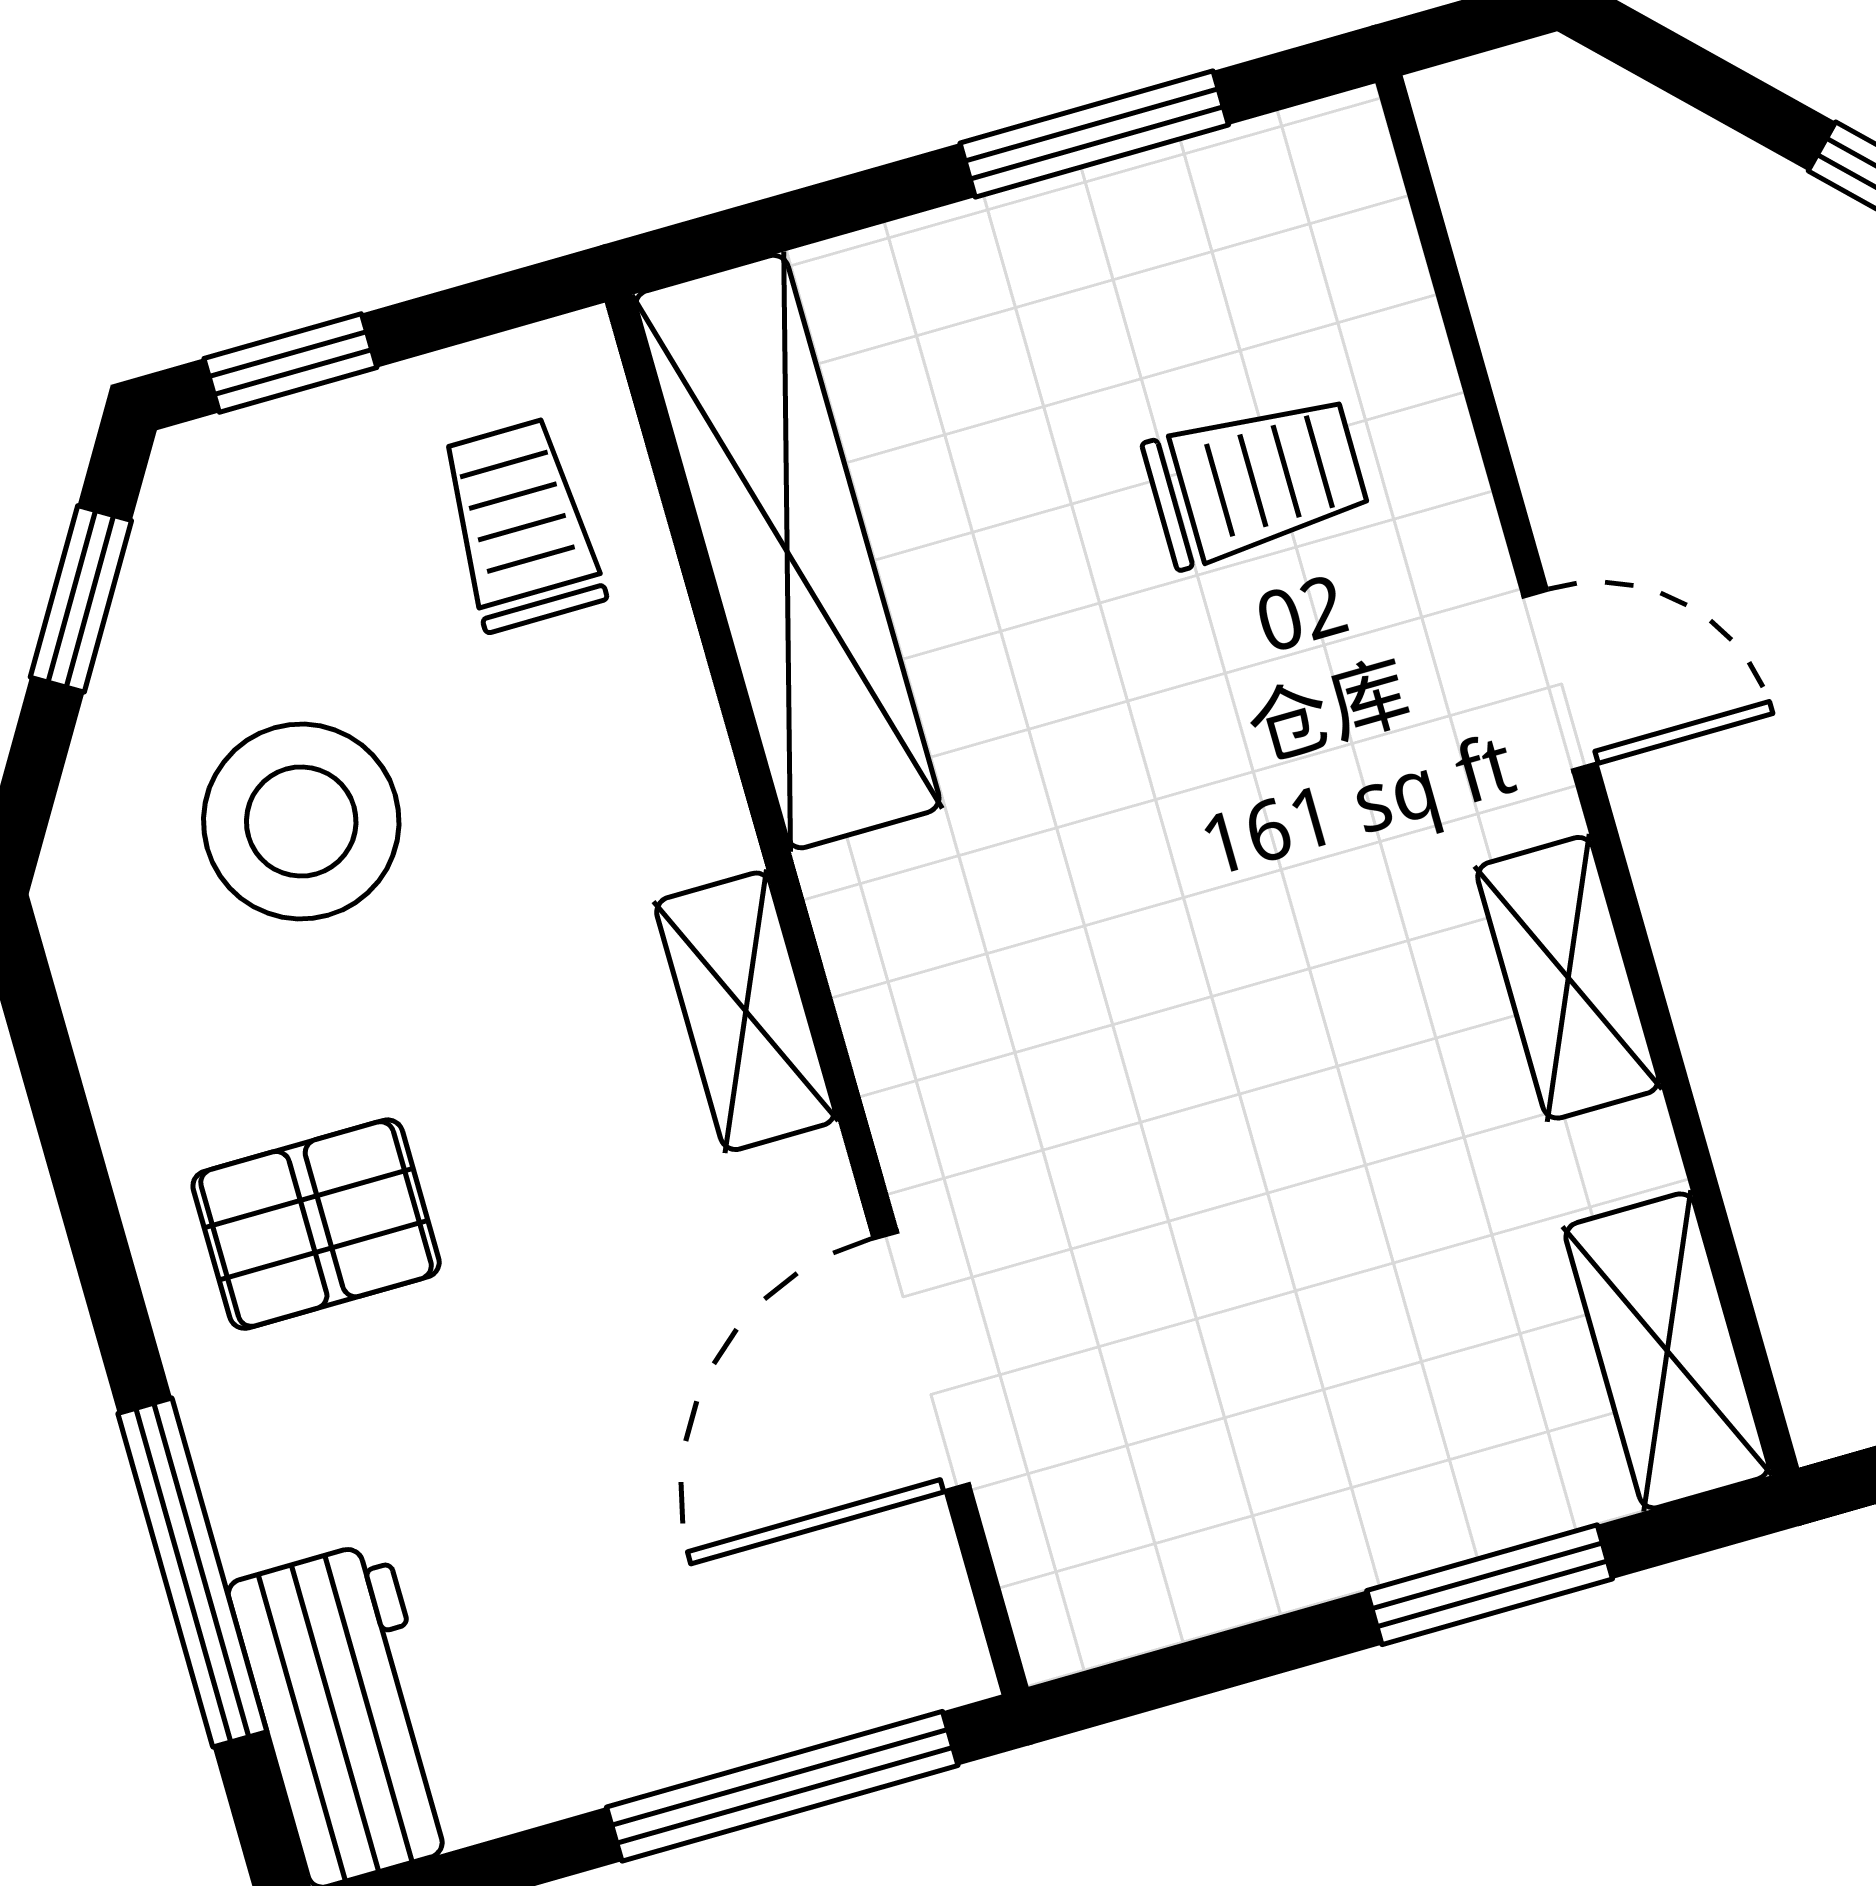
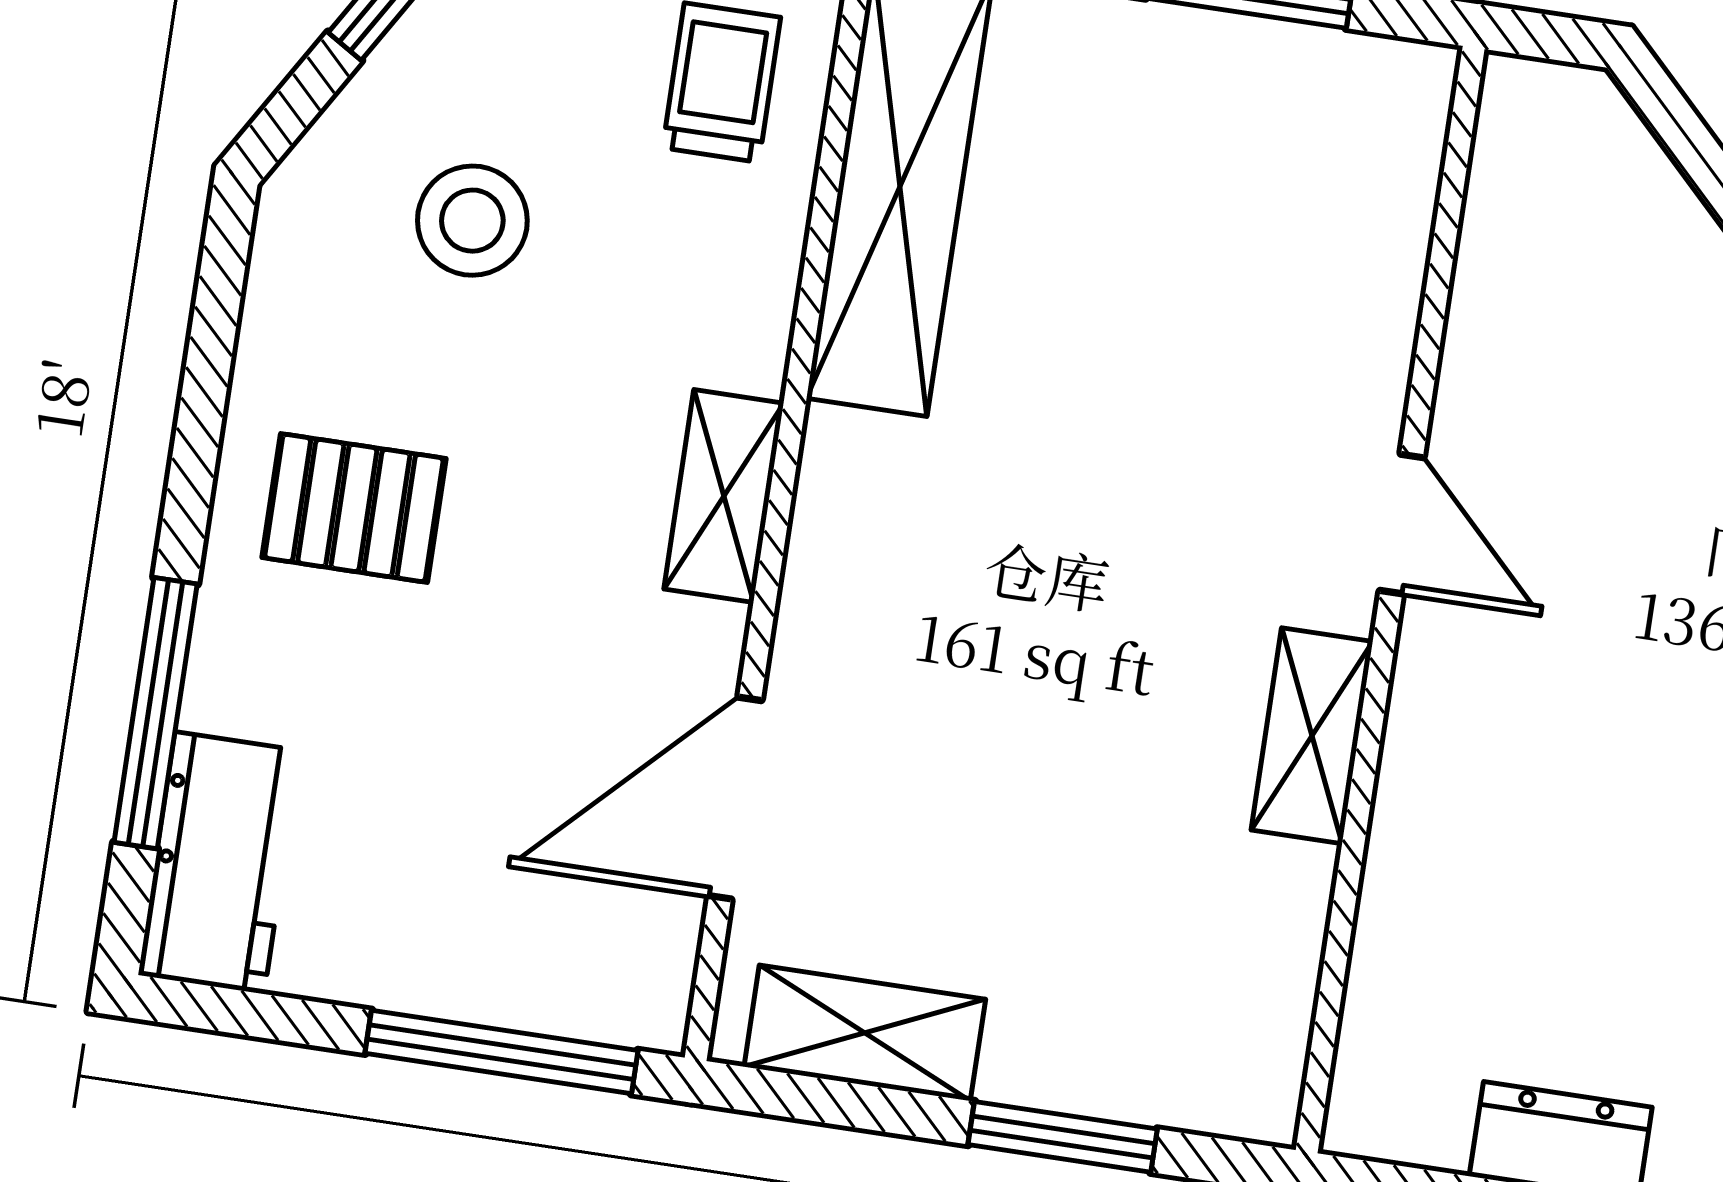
trolley: (1256, 480) -> (1252, 286), removed
stool: (301, 822) -> (472, 221), width x0.73, depth x0.73
shelving: (1667, 1351) -> (865, 1033), moved, turned 90

